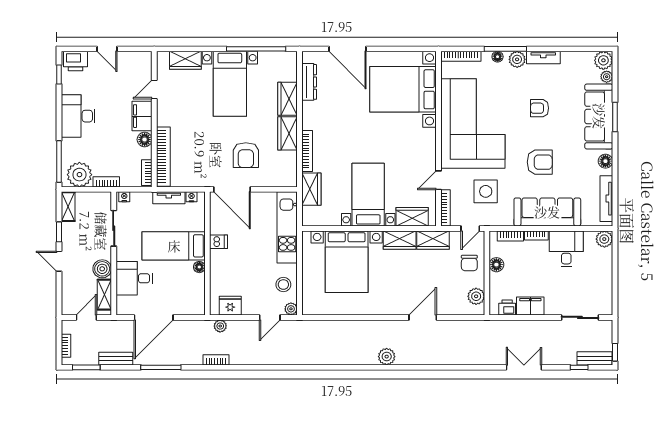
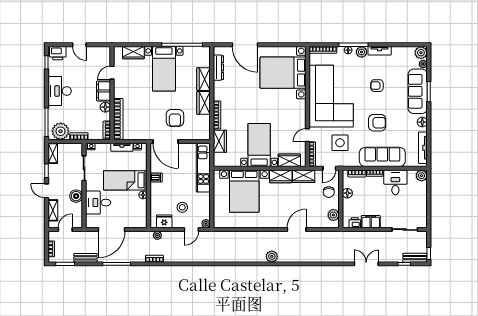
stool: (283, 285) -> (182, 207), moved
shelving: (104, 295) -> (53, 210), moved

